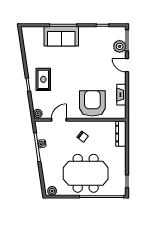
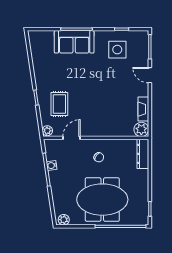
side table: (99, 43) -> (117, 50), added
plant: (120, 46) -> (141, 129), moved
rug: (43, 79) -> (59, 104), moved
armchair: (92, 103) -> (110, 119), removed

